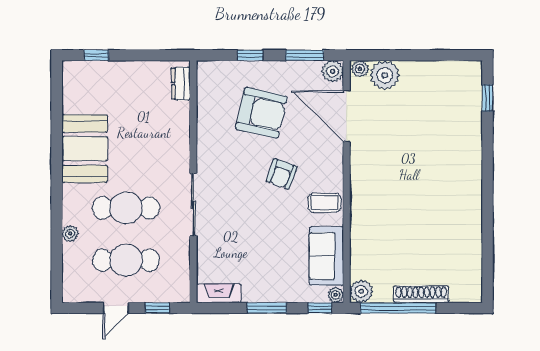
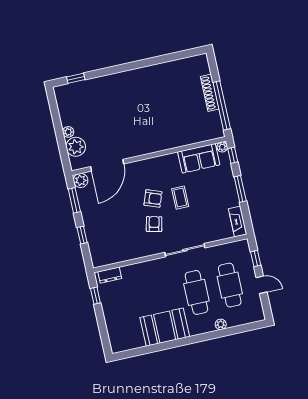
window: (96, 55) -> (95, 296), moved
plant: (360, 69) -> (68, 132), moved
armchair: (261, 113) -> (154, 224), moved, width x0.53, depth x0.53
coffee table: (324, 203) -> (180, 198), moved
plant: (361, 291) -> (216, 131), removed

